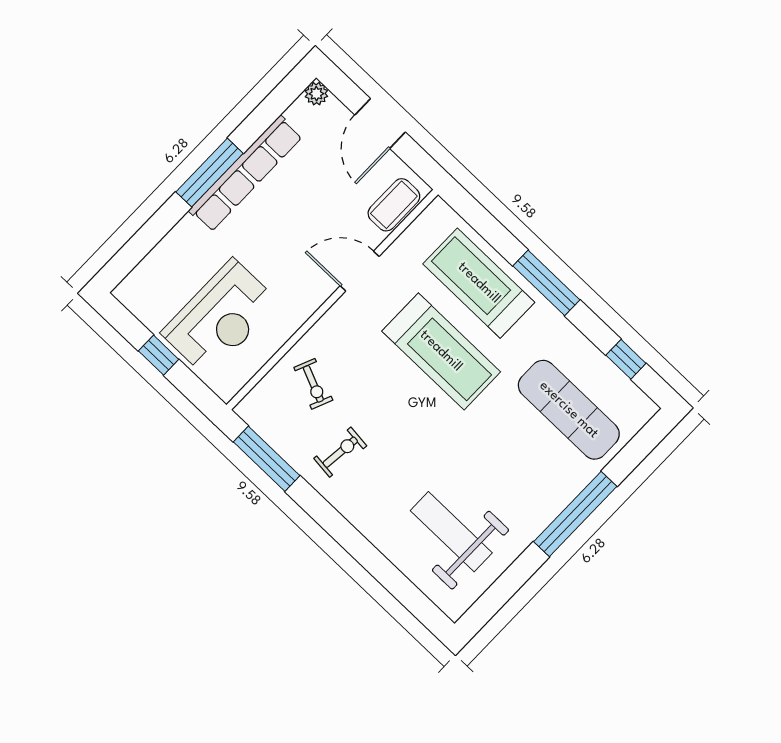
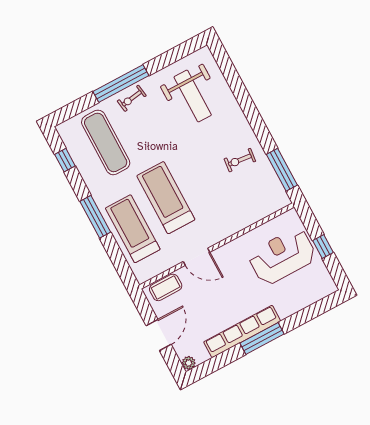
treadmill: (479, 283) -> (133, 229), turned 180
exercise bike: (313, 384) -> (132, 98), moved, turned -122

